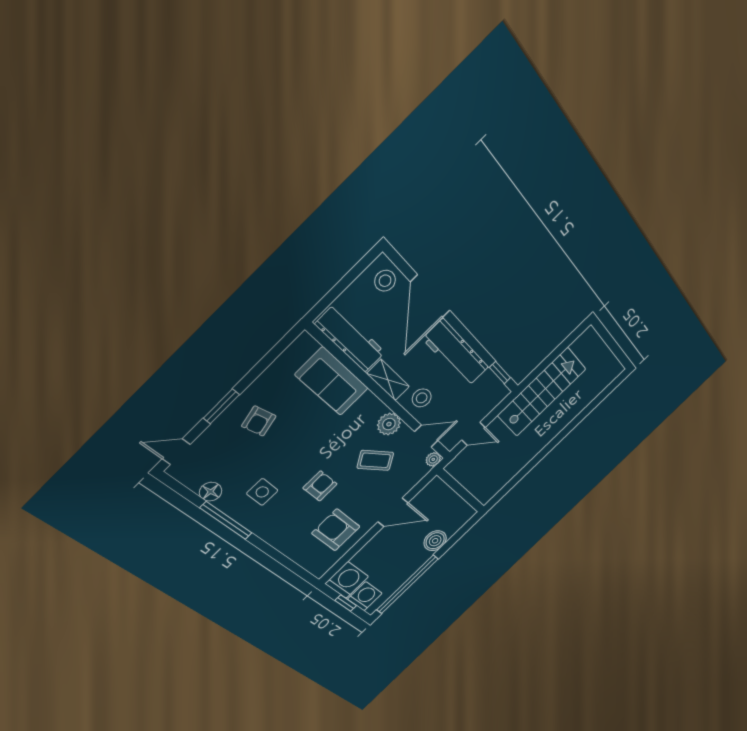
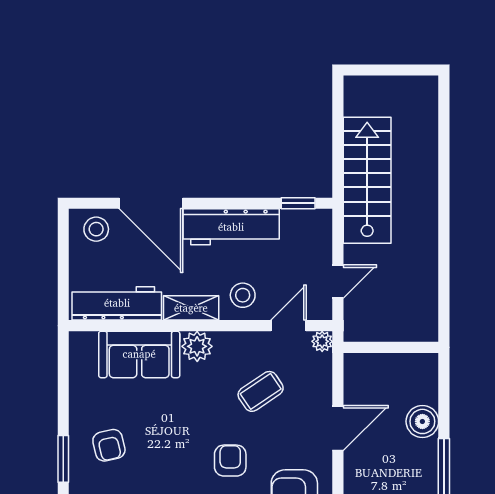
plant: (389, 424) -> (197, 346), moved

